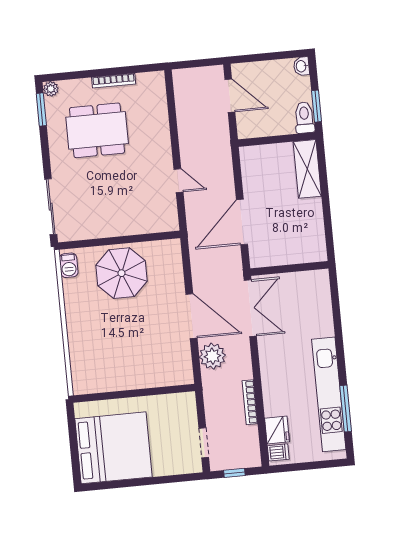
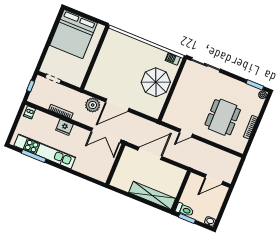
dining table: (97, 130) -> (223, 117), moved
shelving: (307, 169) -> (152, 195), width x1.47
door: (242, 222) -> (150, 153), hinge flipped
fridge: (277, 430) -> (64, 127), moved

